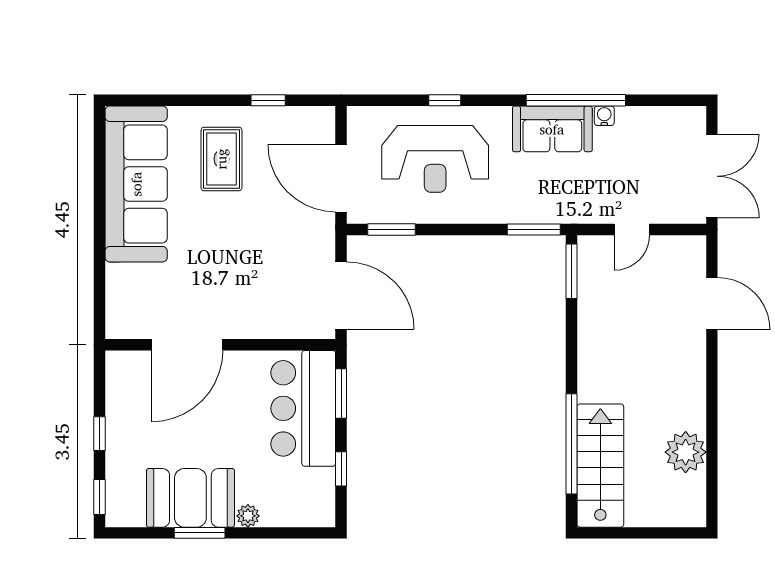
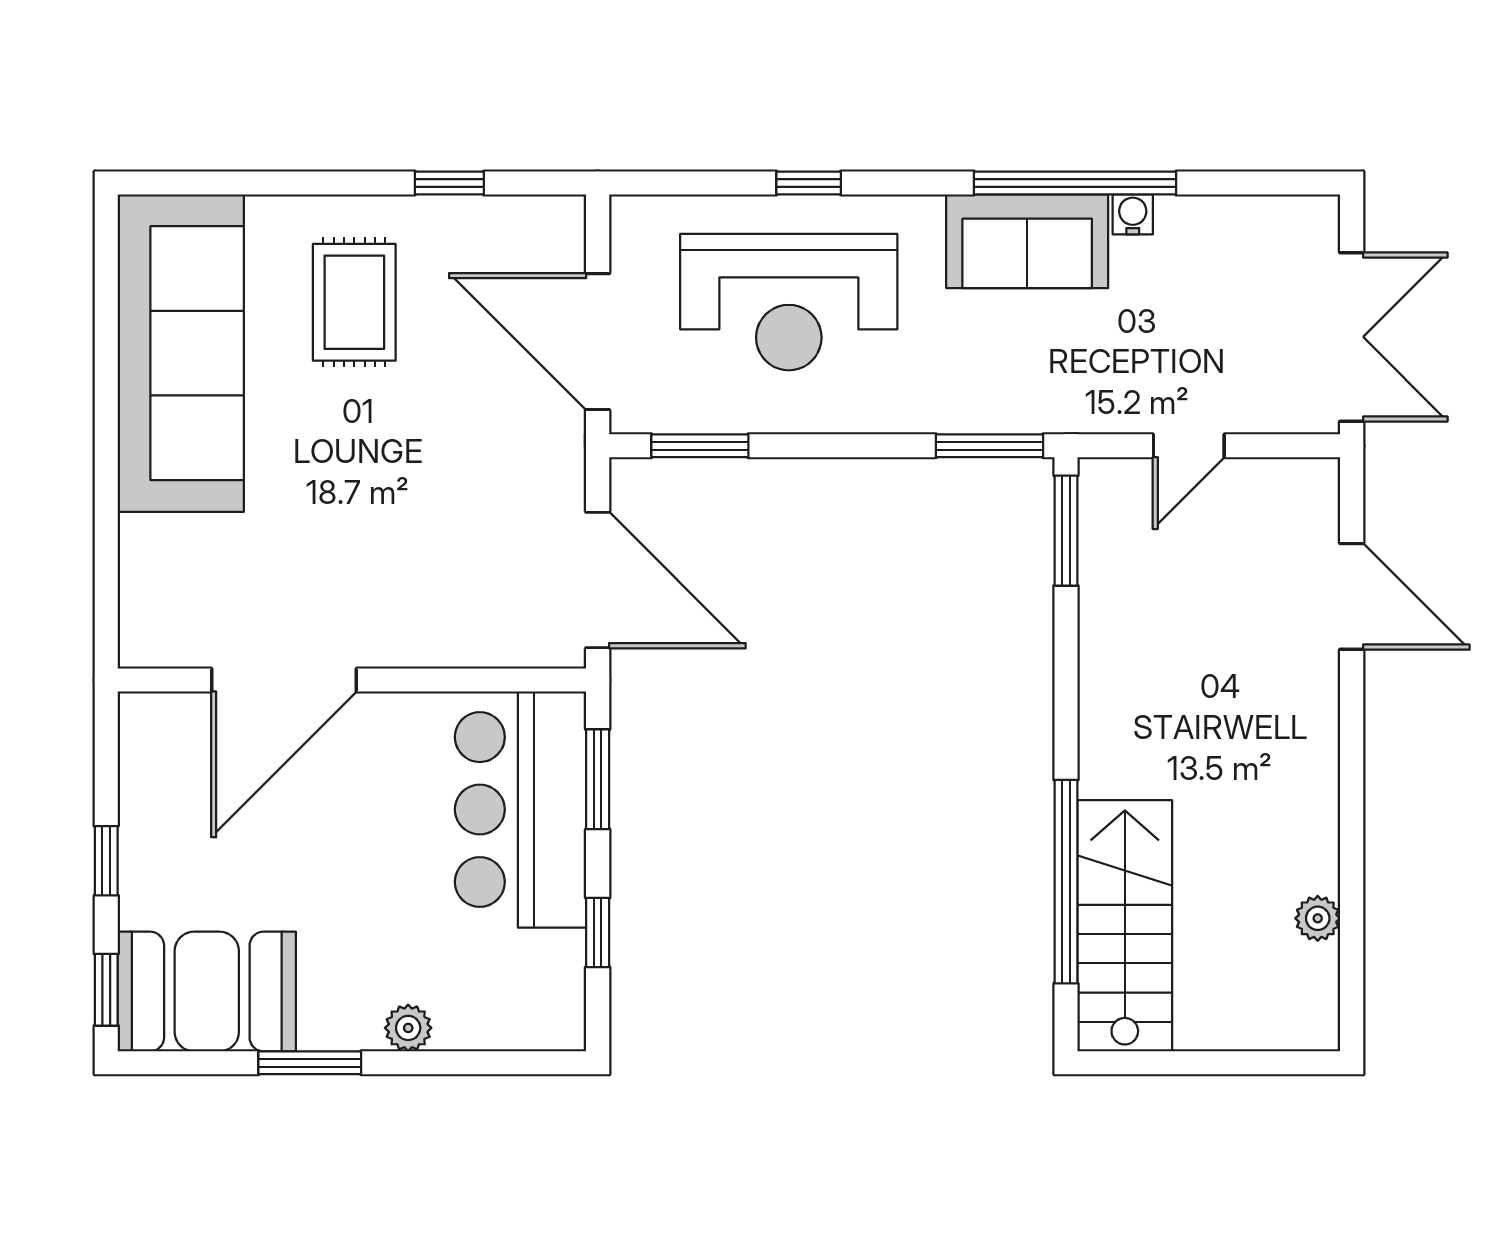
plant: (686, 452) -> (1318, 918), width x0.53, depth x0.53
booth: (190, 498) -> (207, 991), moved

